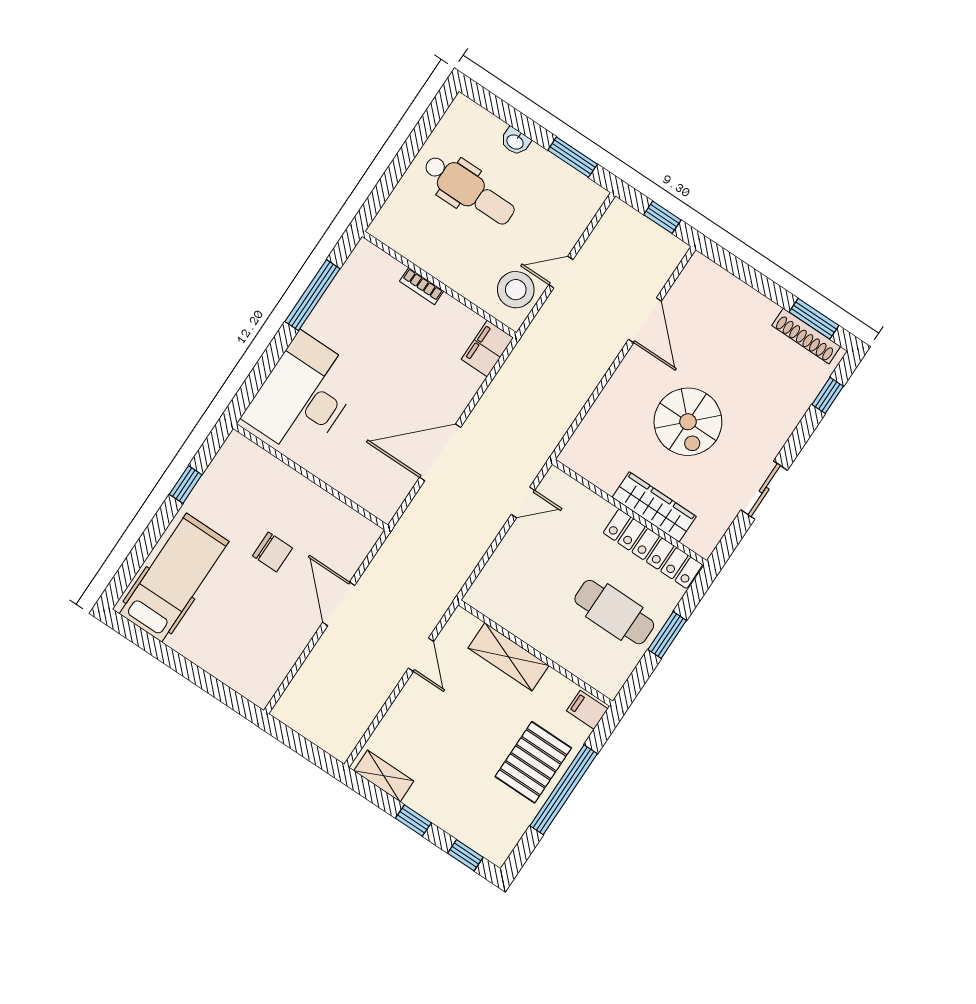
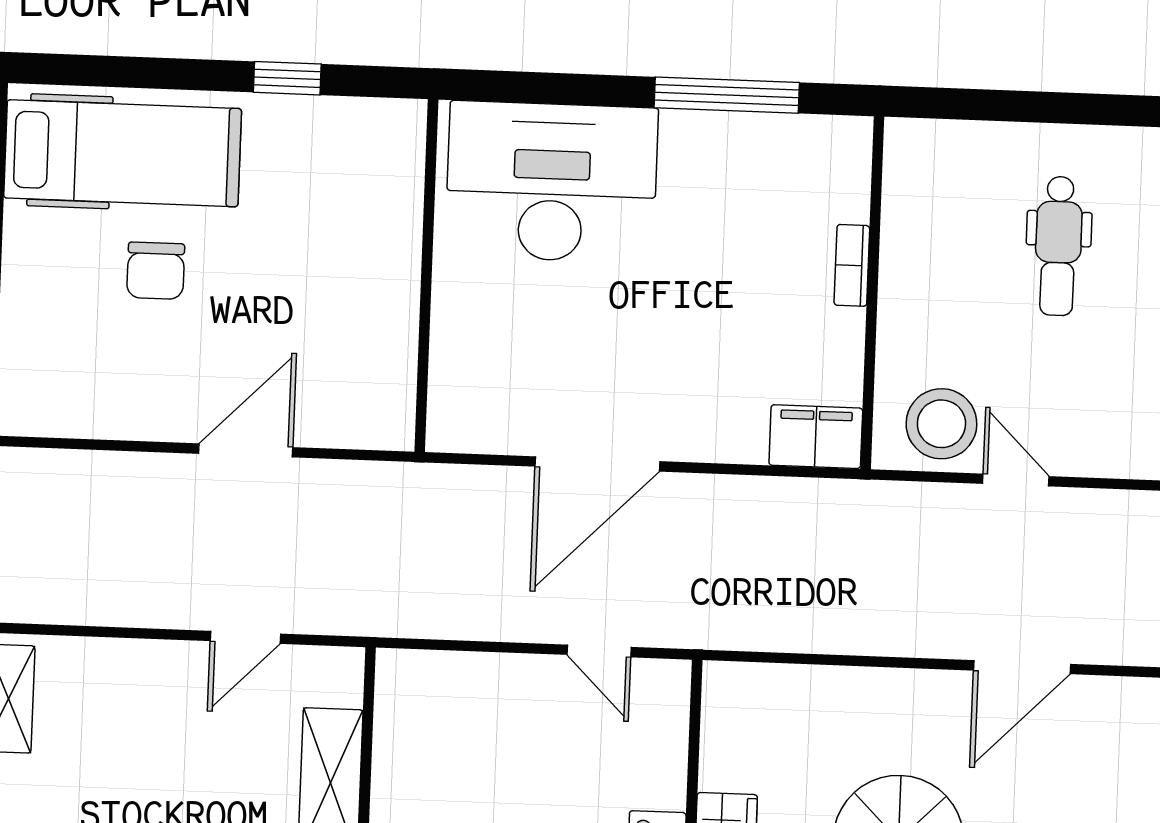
dental chair: (469, 190) -> (1058, 246), width x0.73, depth x0.72
door: (440, 452) -> (597, 464), swing flipped
chair: (272, 552) -> (156, 271), moved

